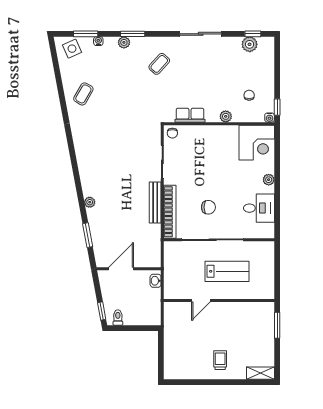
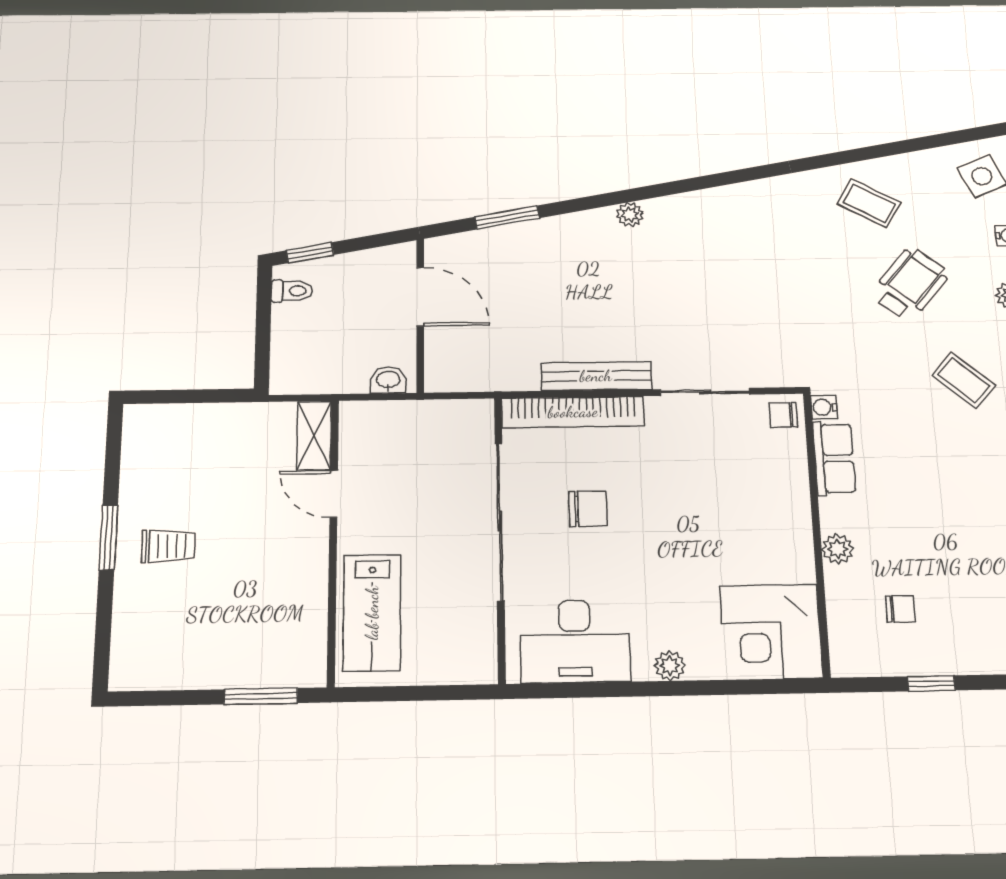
wheelchair: (119, 81) -> (910, 284), added
window: (277, 107) -> (931, 683), moved
water cooler: (270, 118) -> (824, 407), moved
plant: (90, 202) -> (630, 215), moved
chair: (208, 207) -> (588, 509), turned -90
desk: (259, 208) -> (575, 641), width x1.37
lab bench: (227, 271) -> (372, 613), moved
shelving: (260, 373) -> (314, 435), moved
window: (216, 382) -> (108, 537), added

